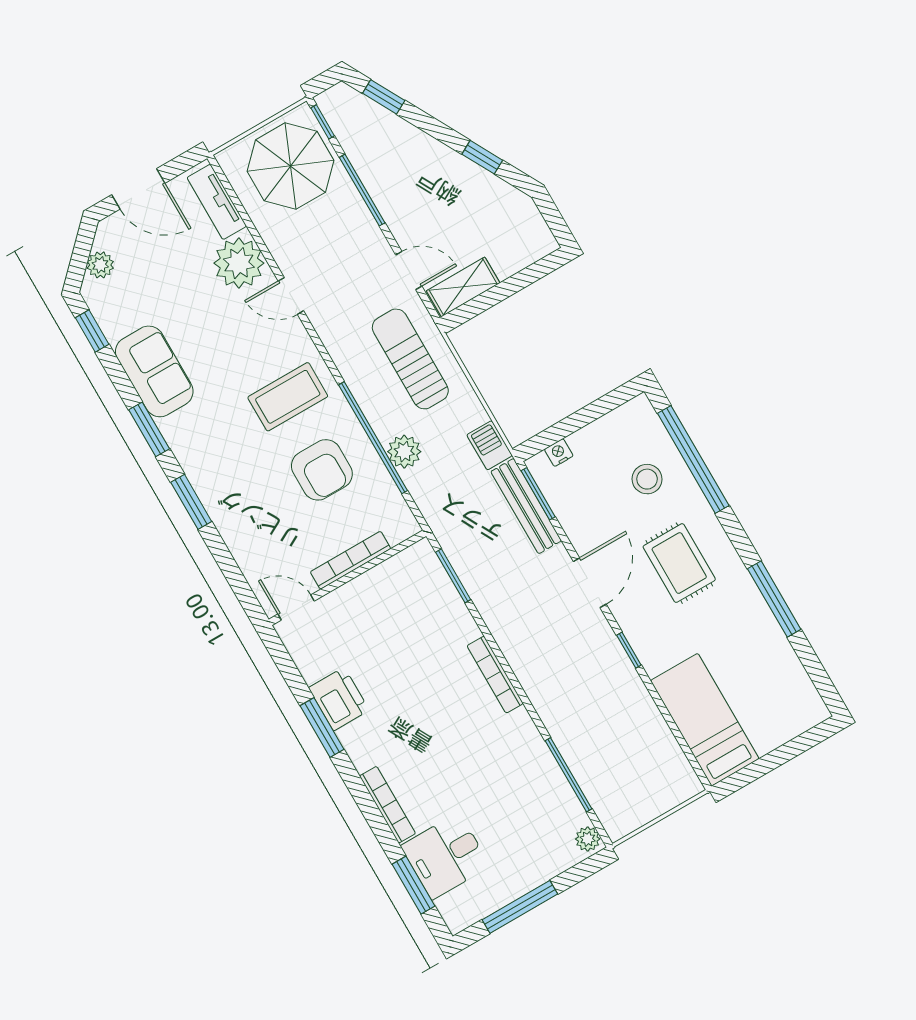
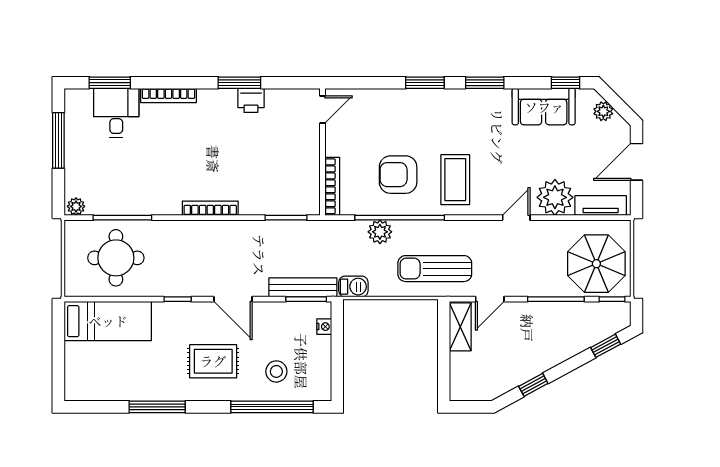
sun lounger: (410, 359) -> (435, 269), turned 180
sofa: (154, 371) -> (544, 107), moved
bookcase: (351, 560) -> (332, 186), moved
printer: (339, 699) -> (251, 100), width x0.73, depth x0.81
round table: (622, 754) -> (116, 258), added

